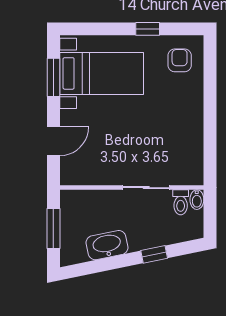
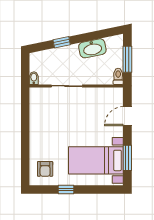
toilet: (181, 202) -> (118, 76), moved

